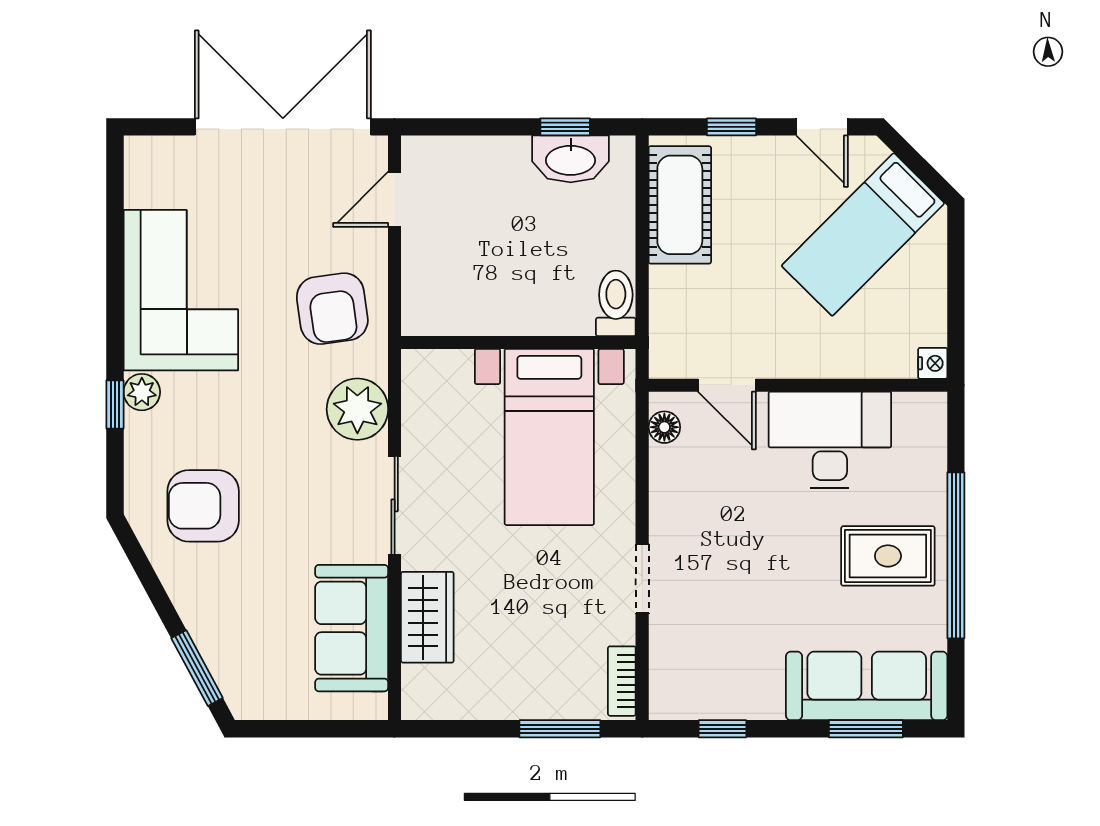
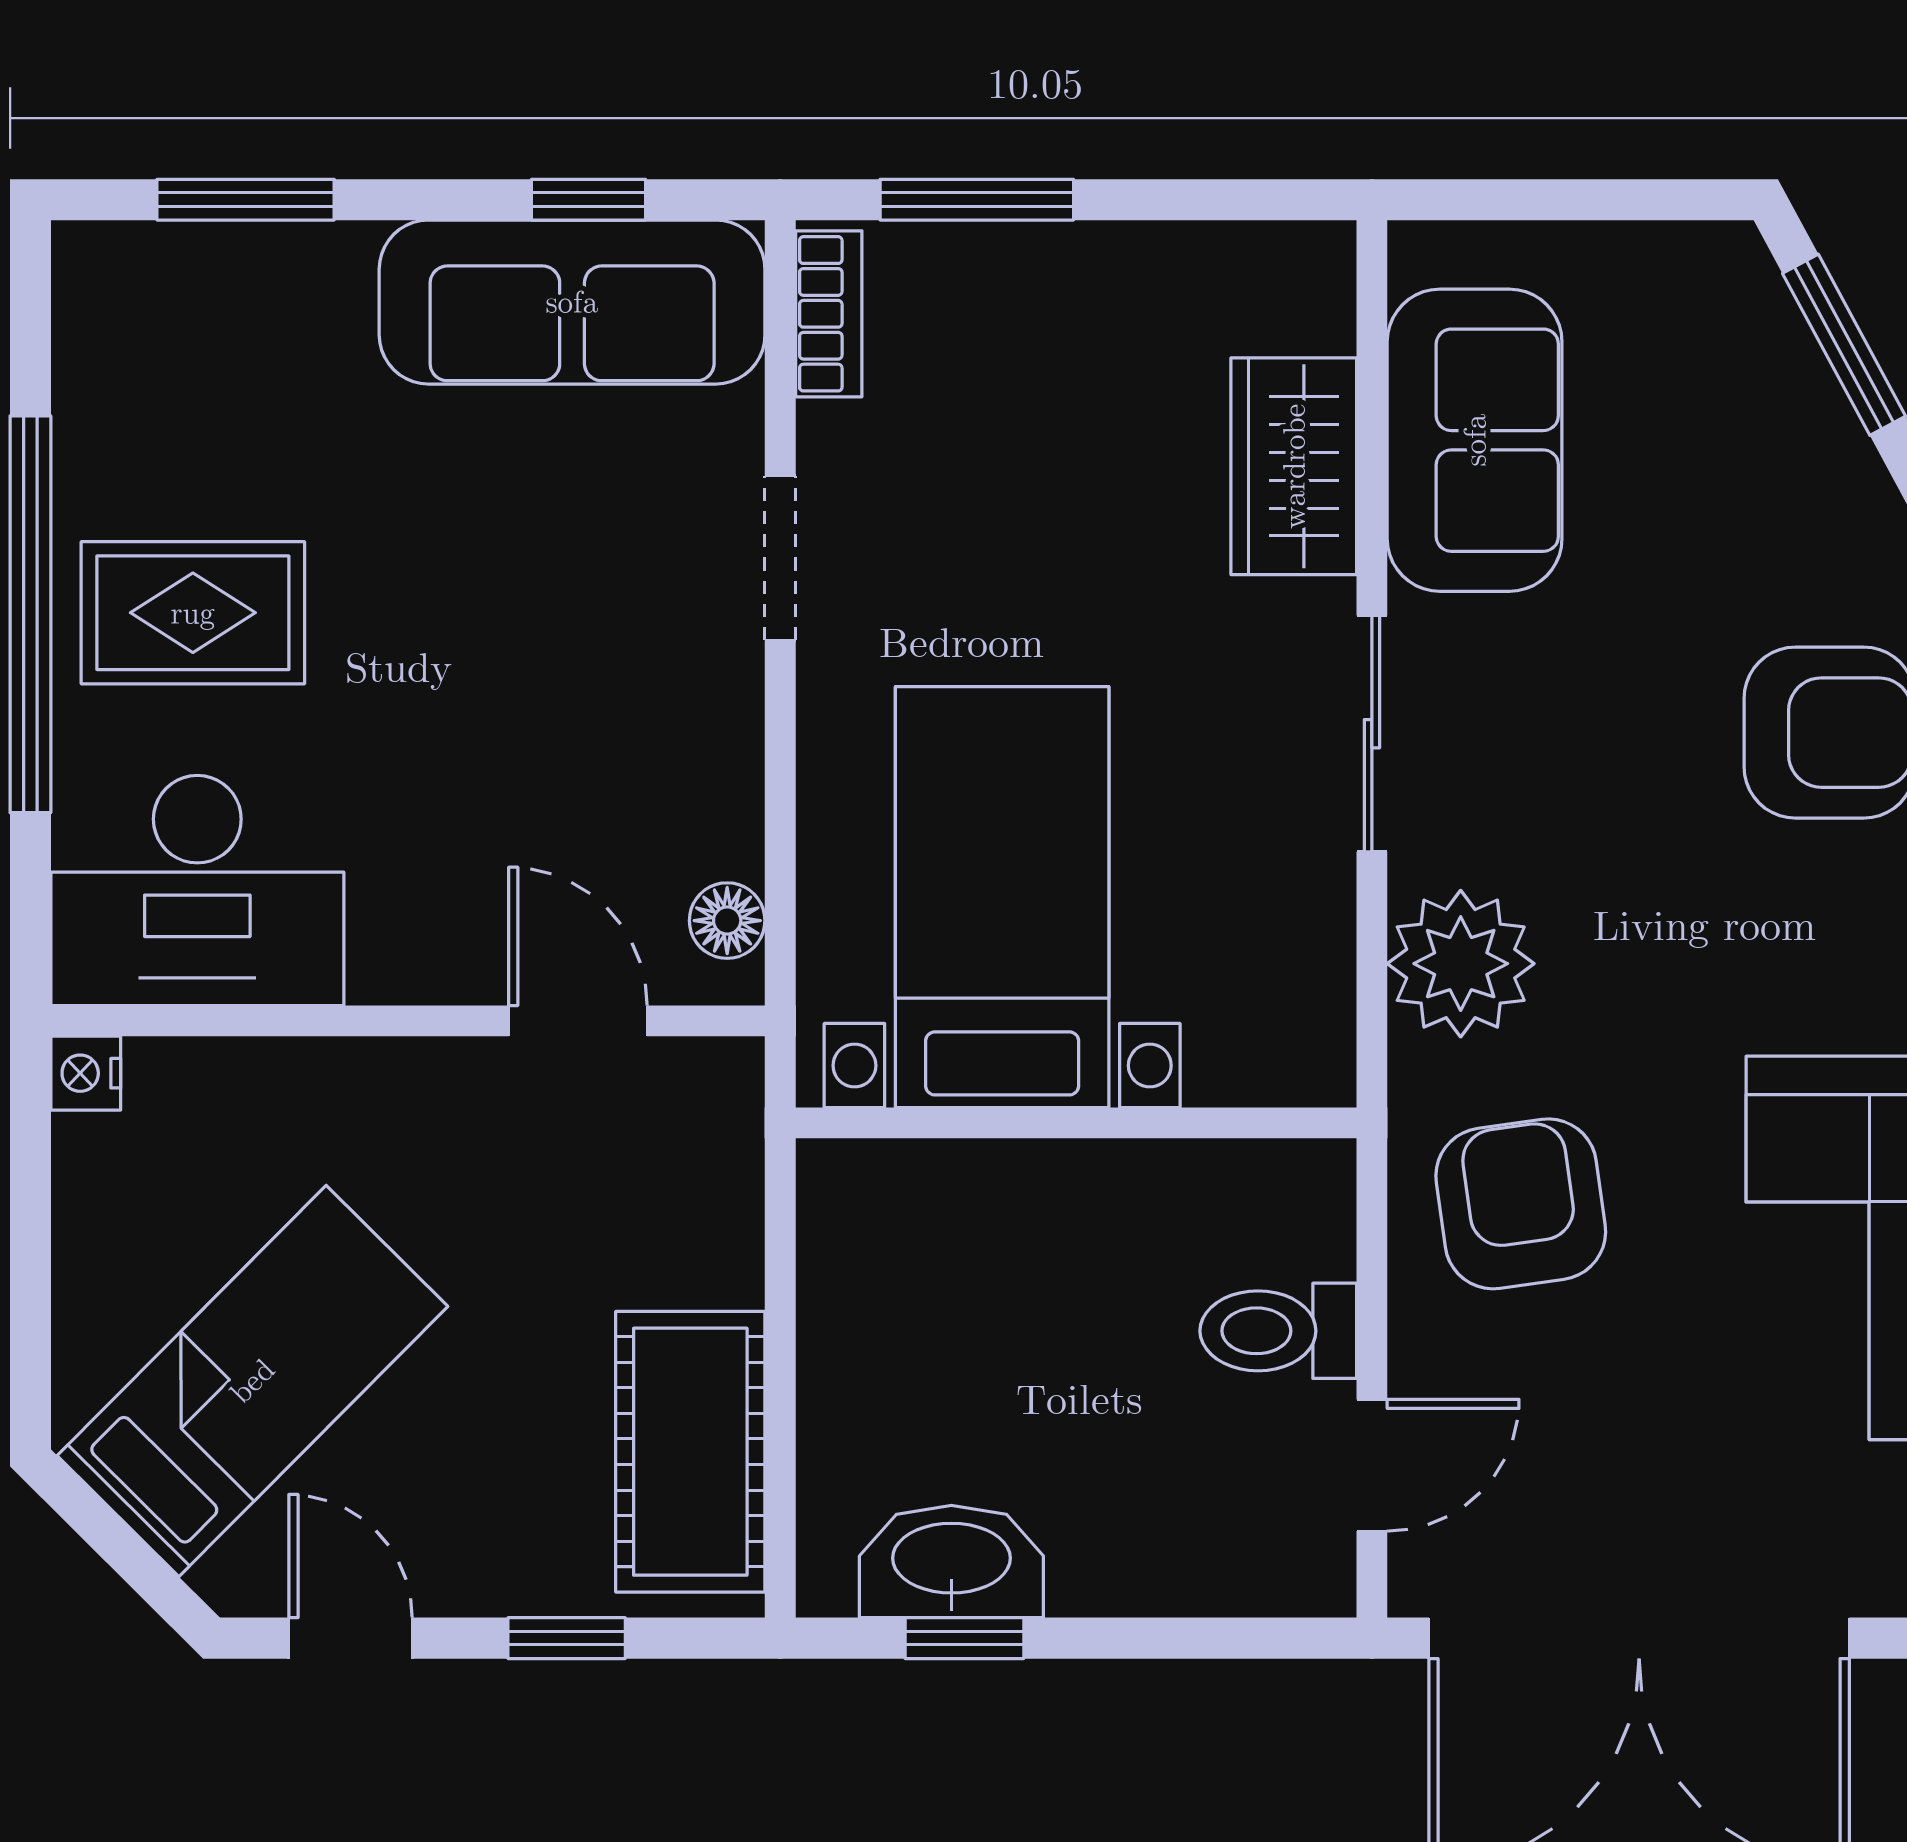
toilet: (616, 303) -> (1278, 1331), moved, turned 90
desk: (830, 440) -> (197, 891), moved
sofa: (867, 686) -> (572, 302), moved

